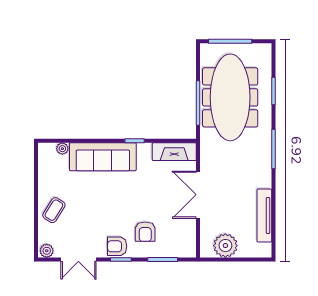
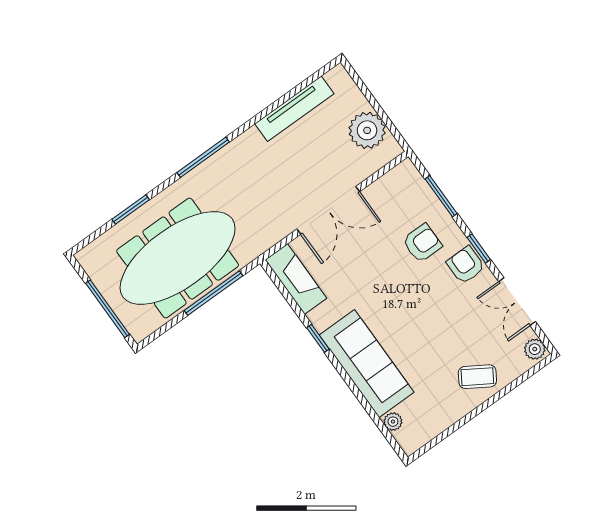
armchair: (117, 246) -> (466, 265), turned 180
double door: (78, 259) -> (517, 302), swing flipped

